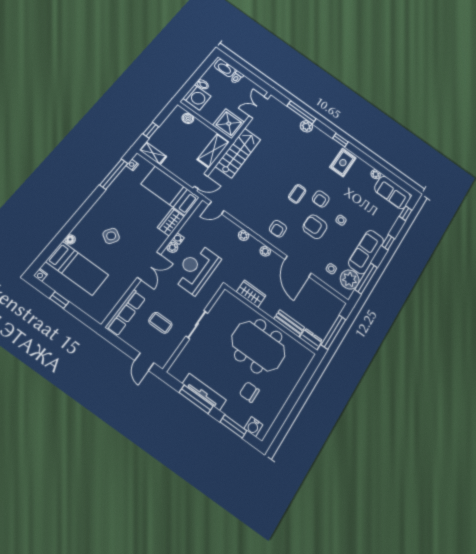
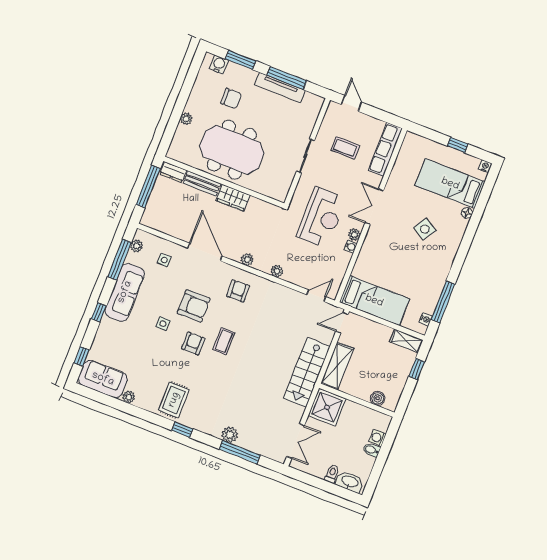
washing machine: (197, 97) -> (377, 438), width x0.53, depth x0.53
wardrobe: (171, 222) -> (364, 263), removed
plant: (350, 279) -> (136, 246), width x0.53, depth x0.53
wardrobe: (251, 294) -> (233, 198), moved
plant: (292, 383) -> (186, 119), added

